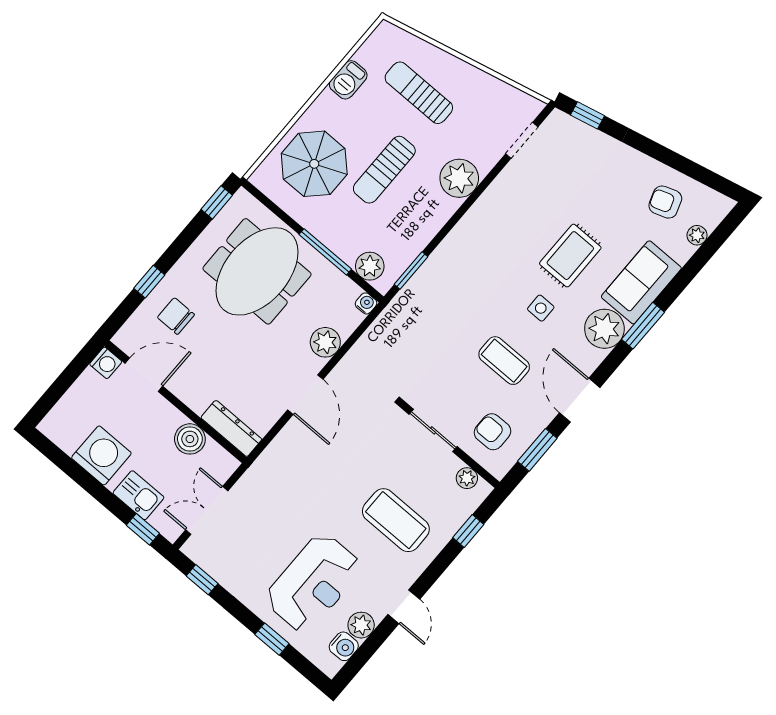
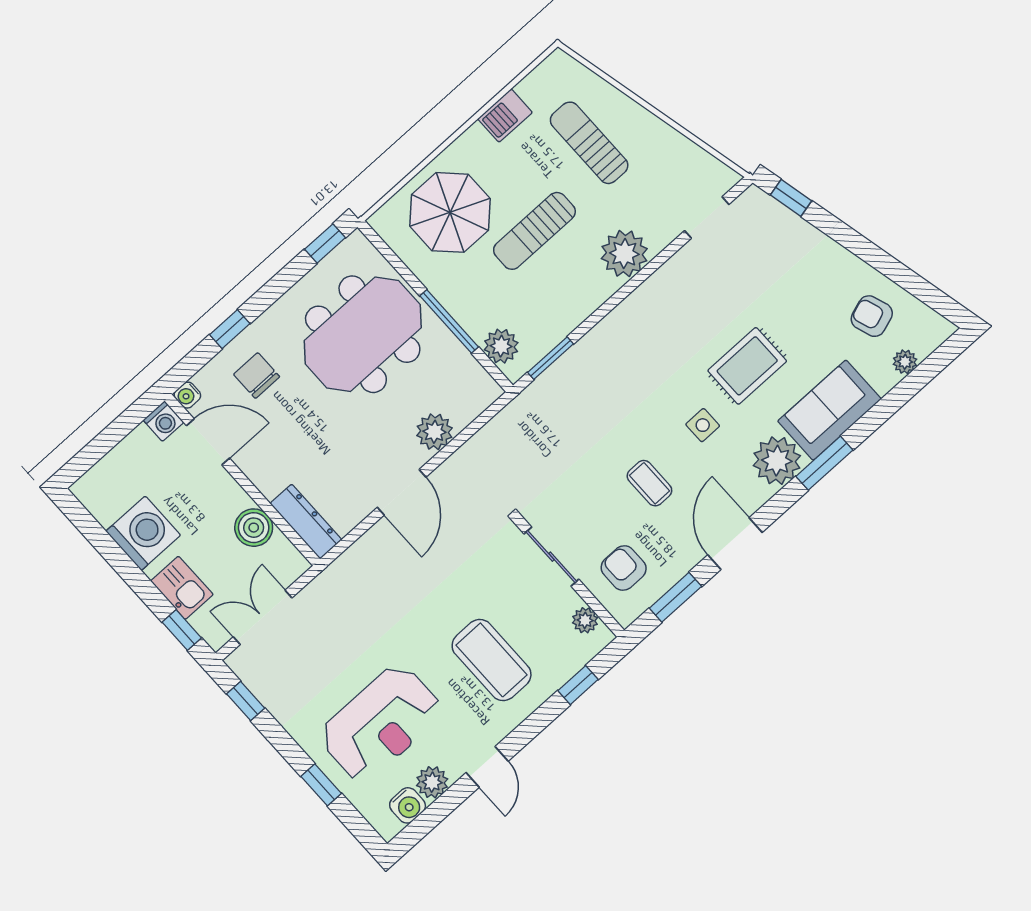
water cooler: (366, 303) -> (187, 395), moved, turned 180
coffee table: (504, 361) -> (649, 483), width x0.73, depth x0.77

